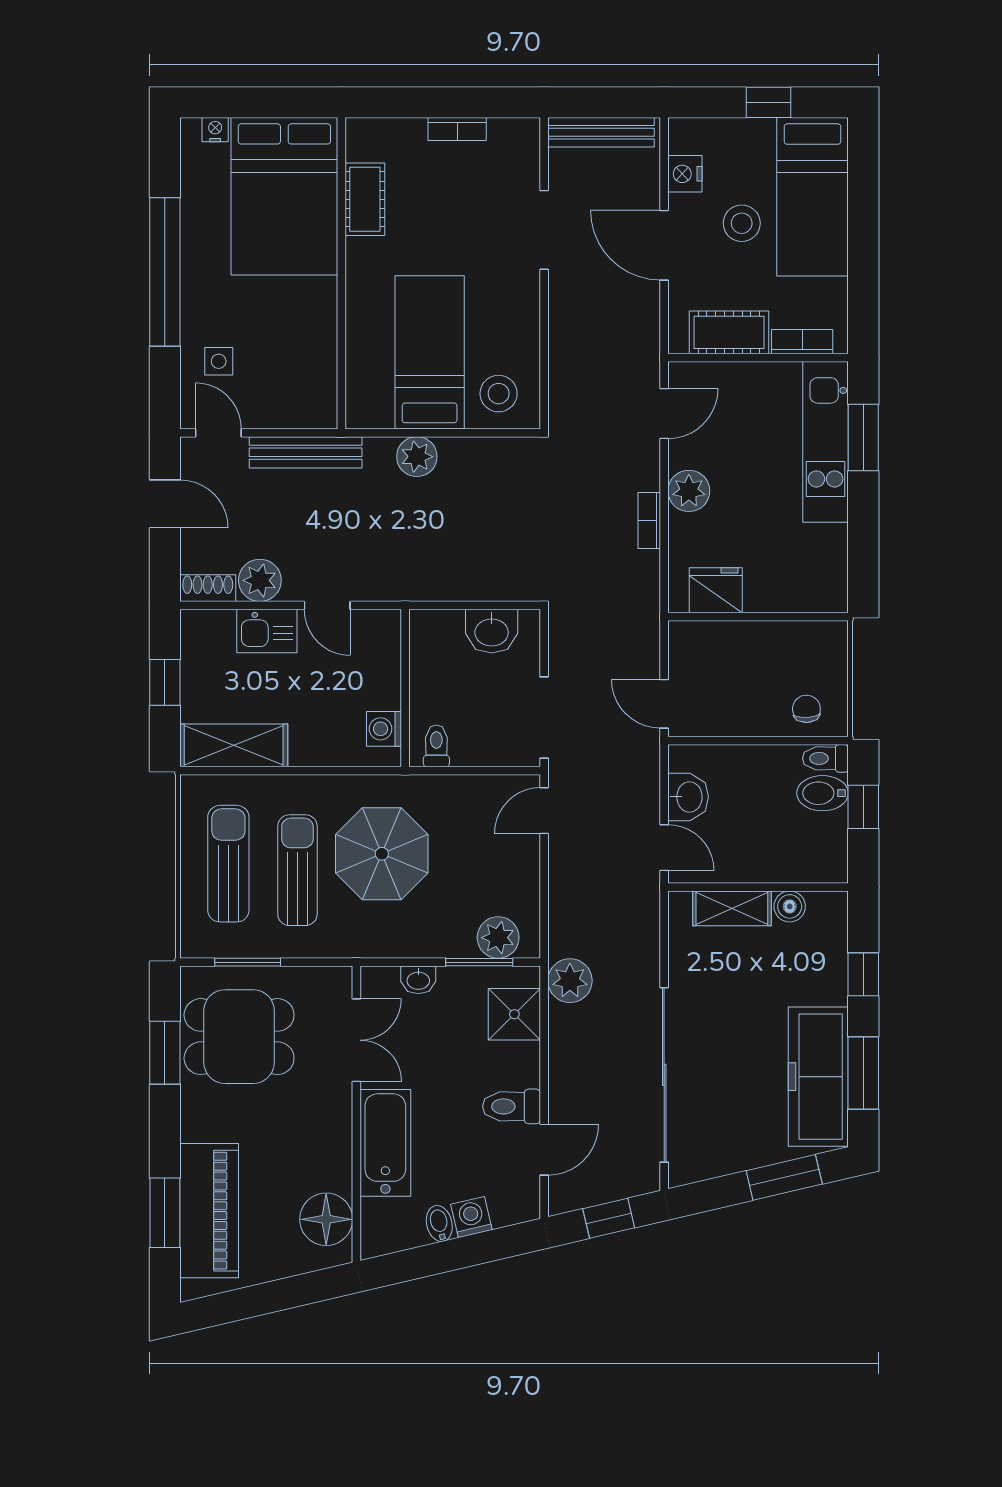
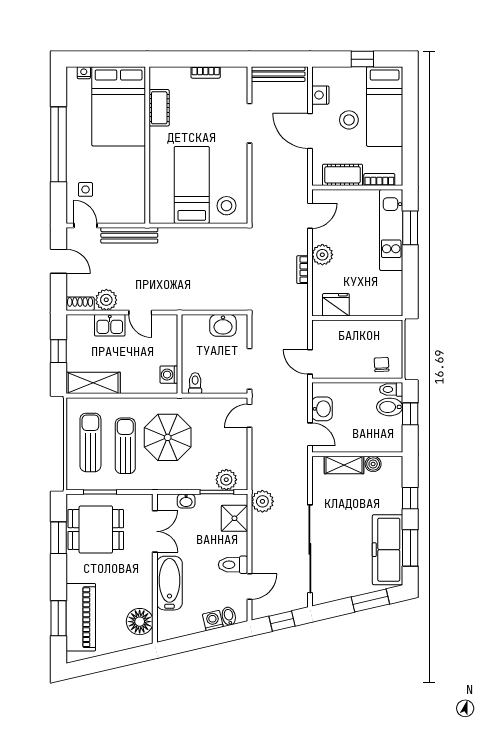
plant: (417, 457) -> (185, 237), removed
bidet: (439, 1224) -> (229, 616), moved

